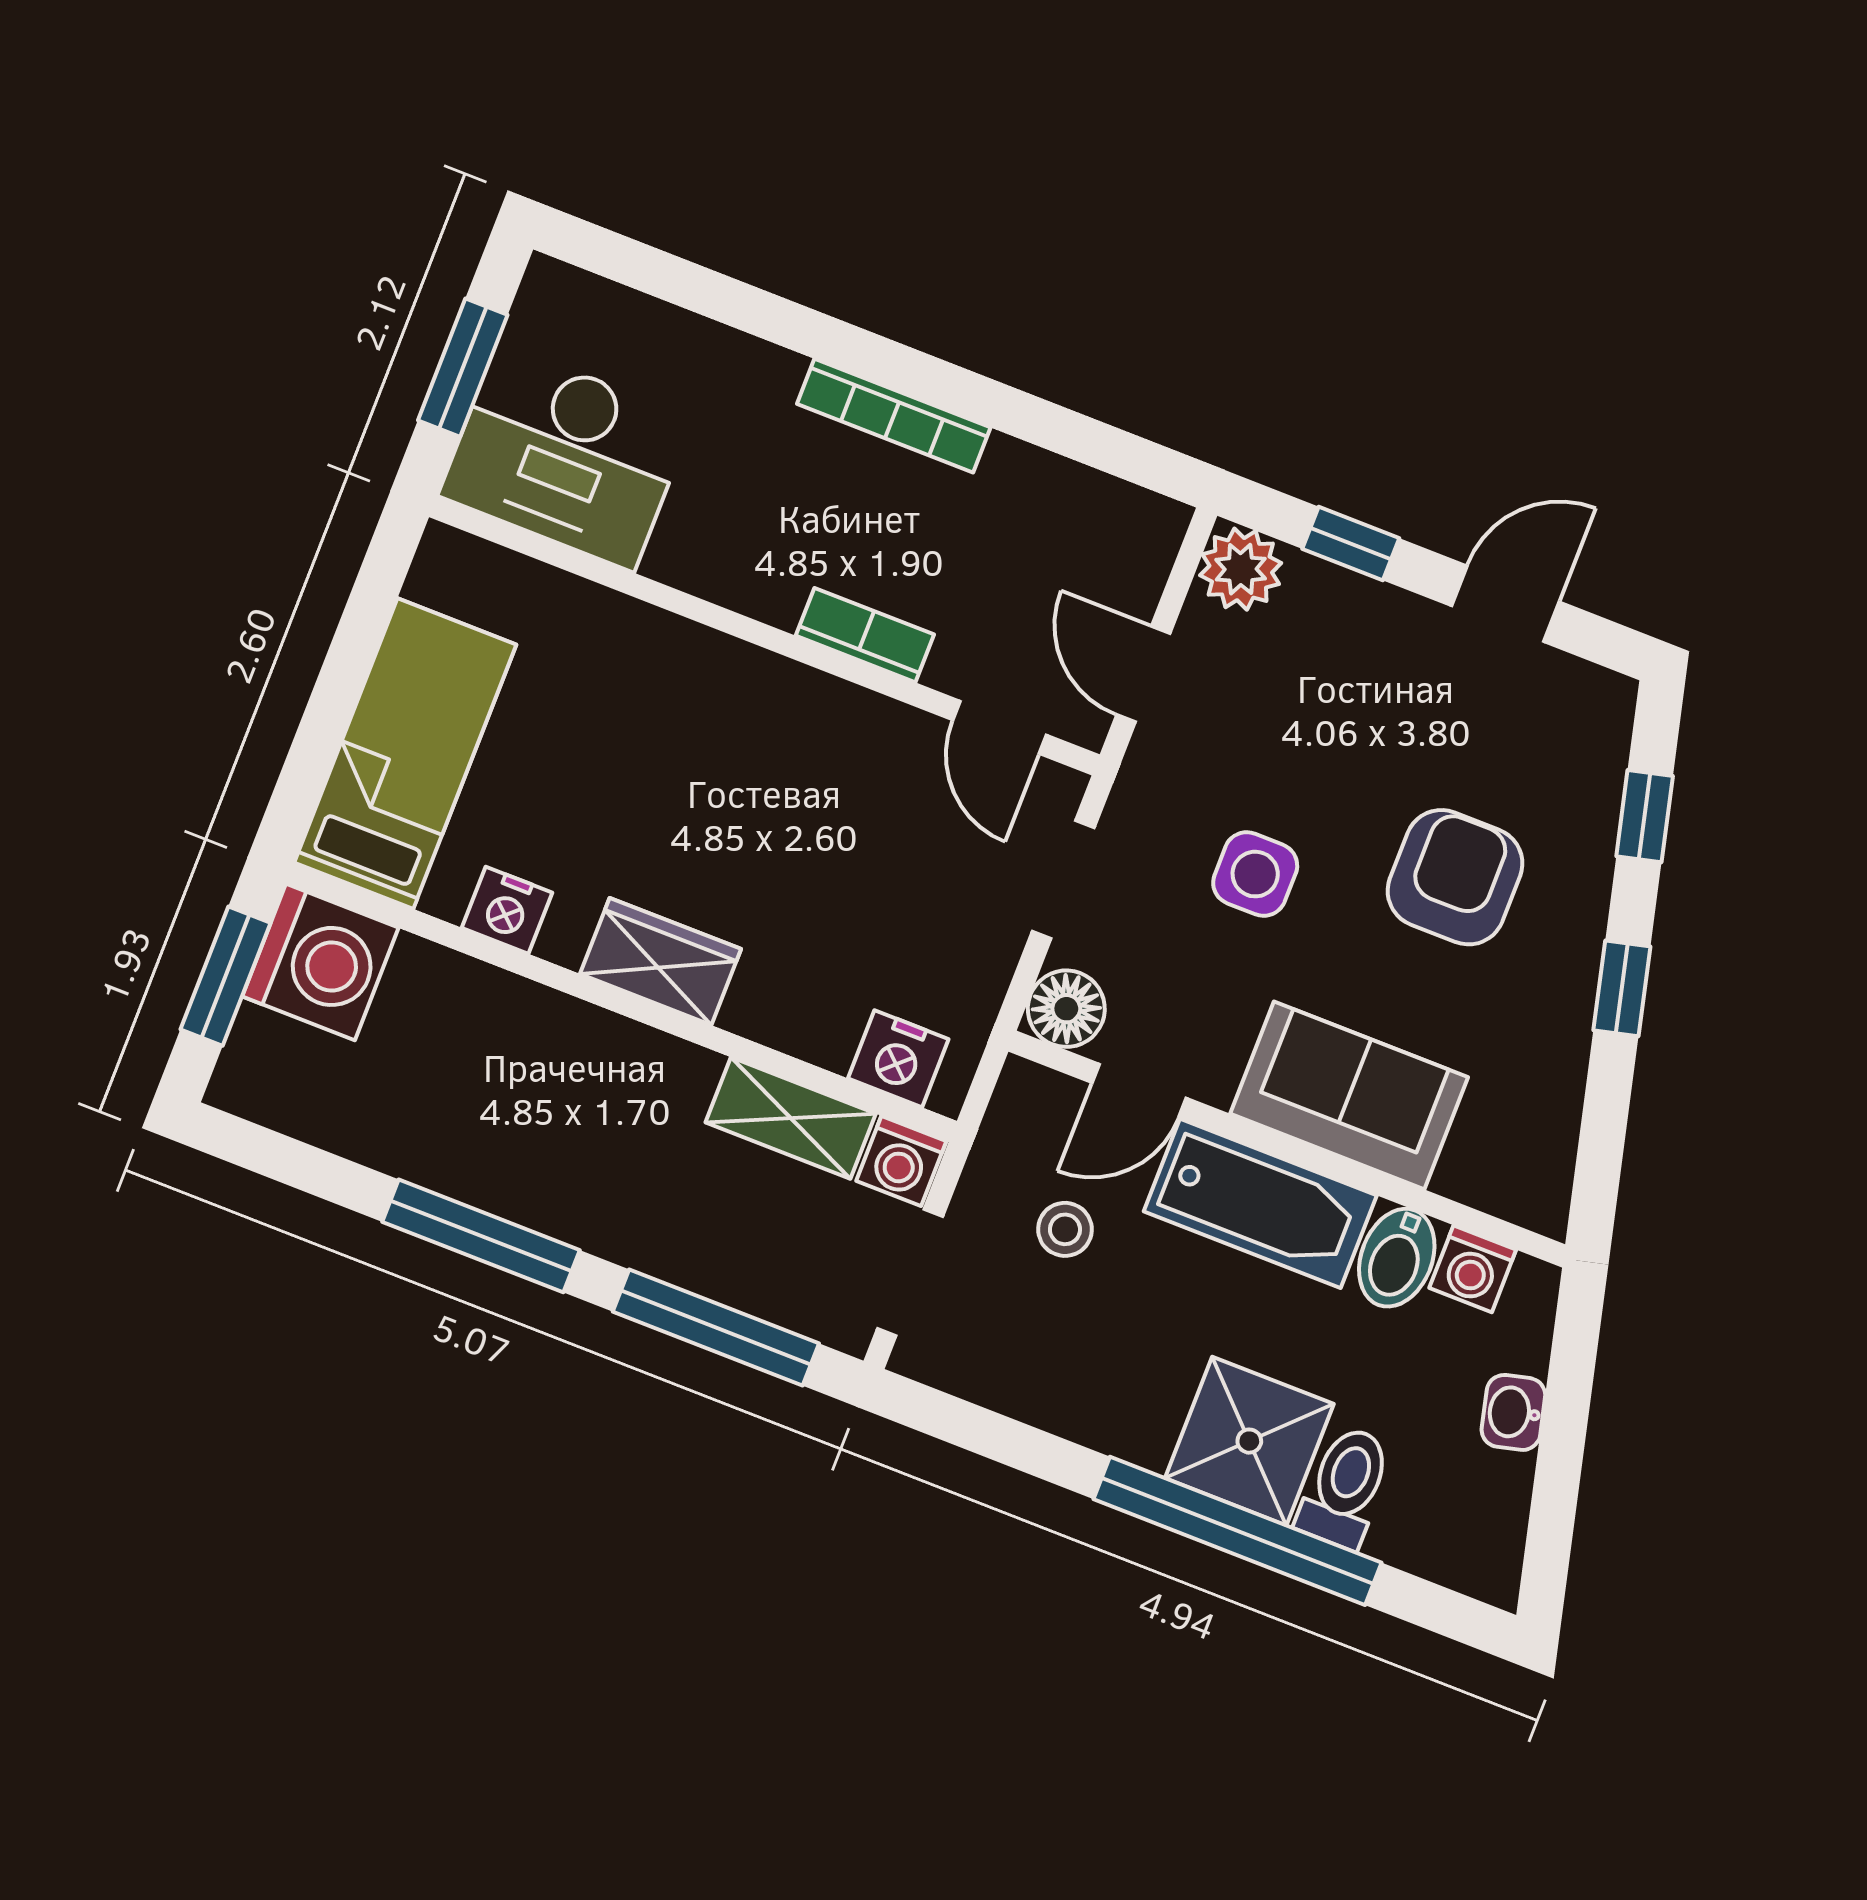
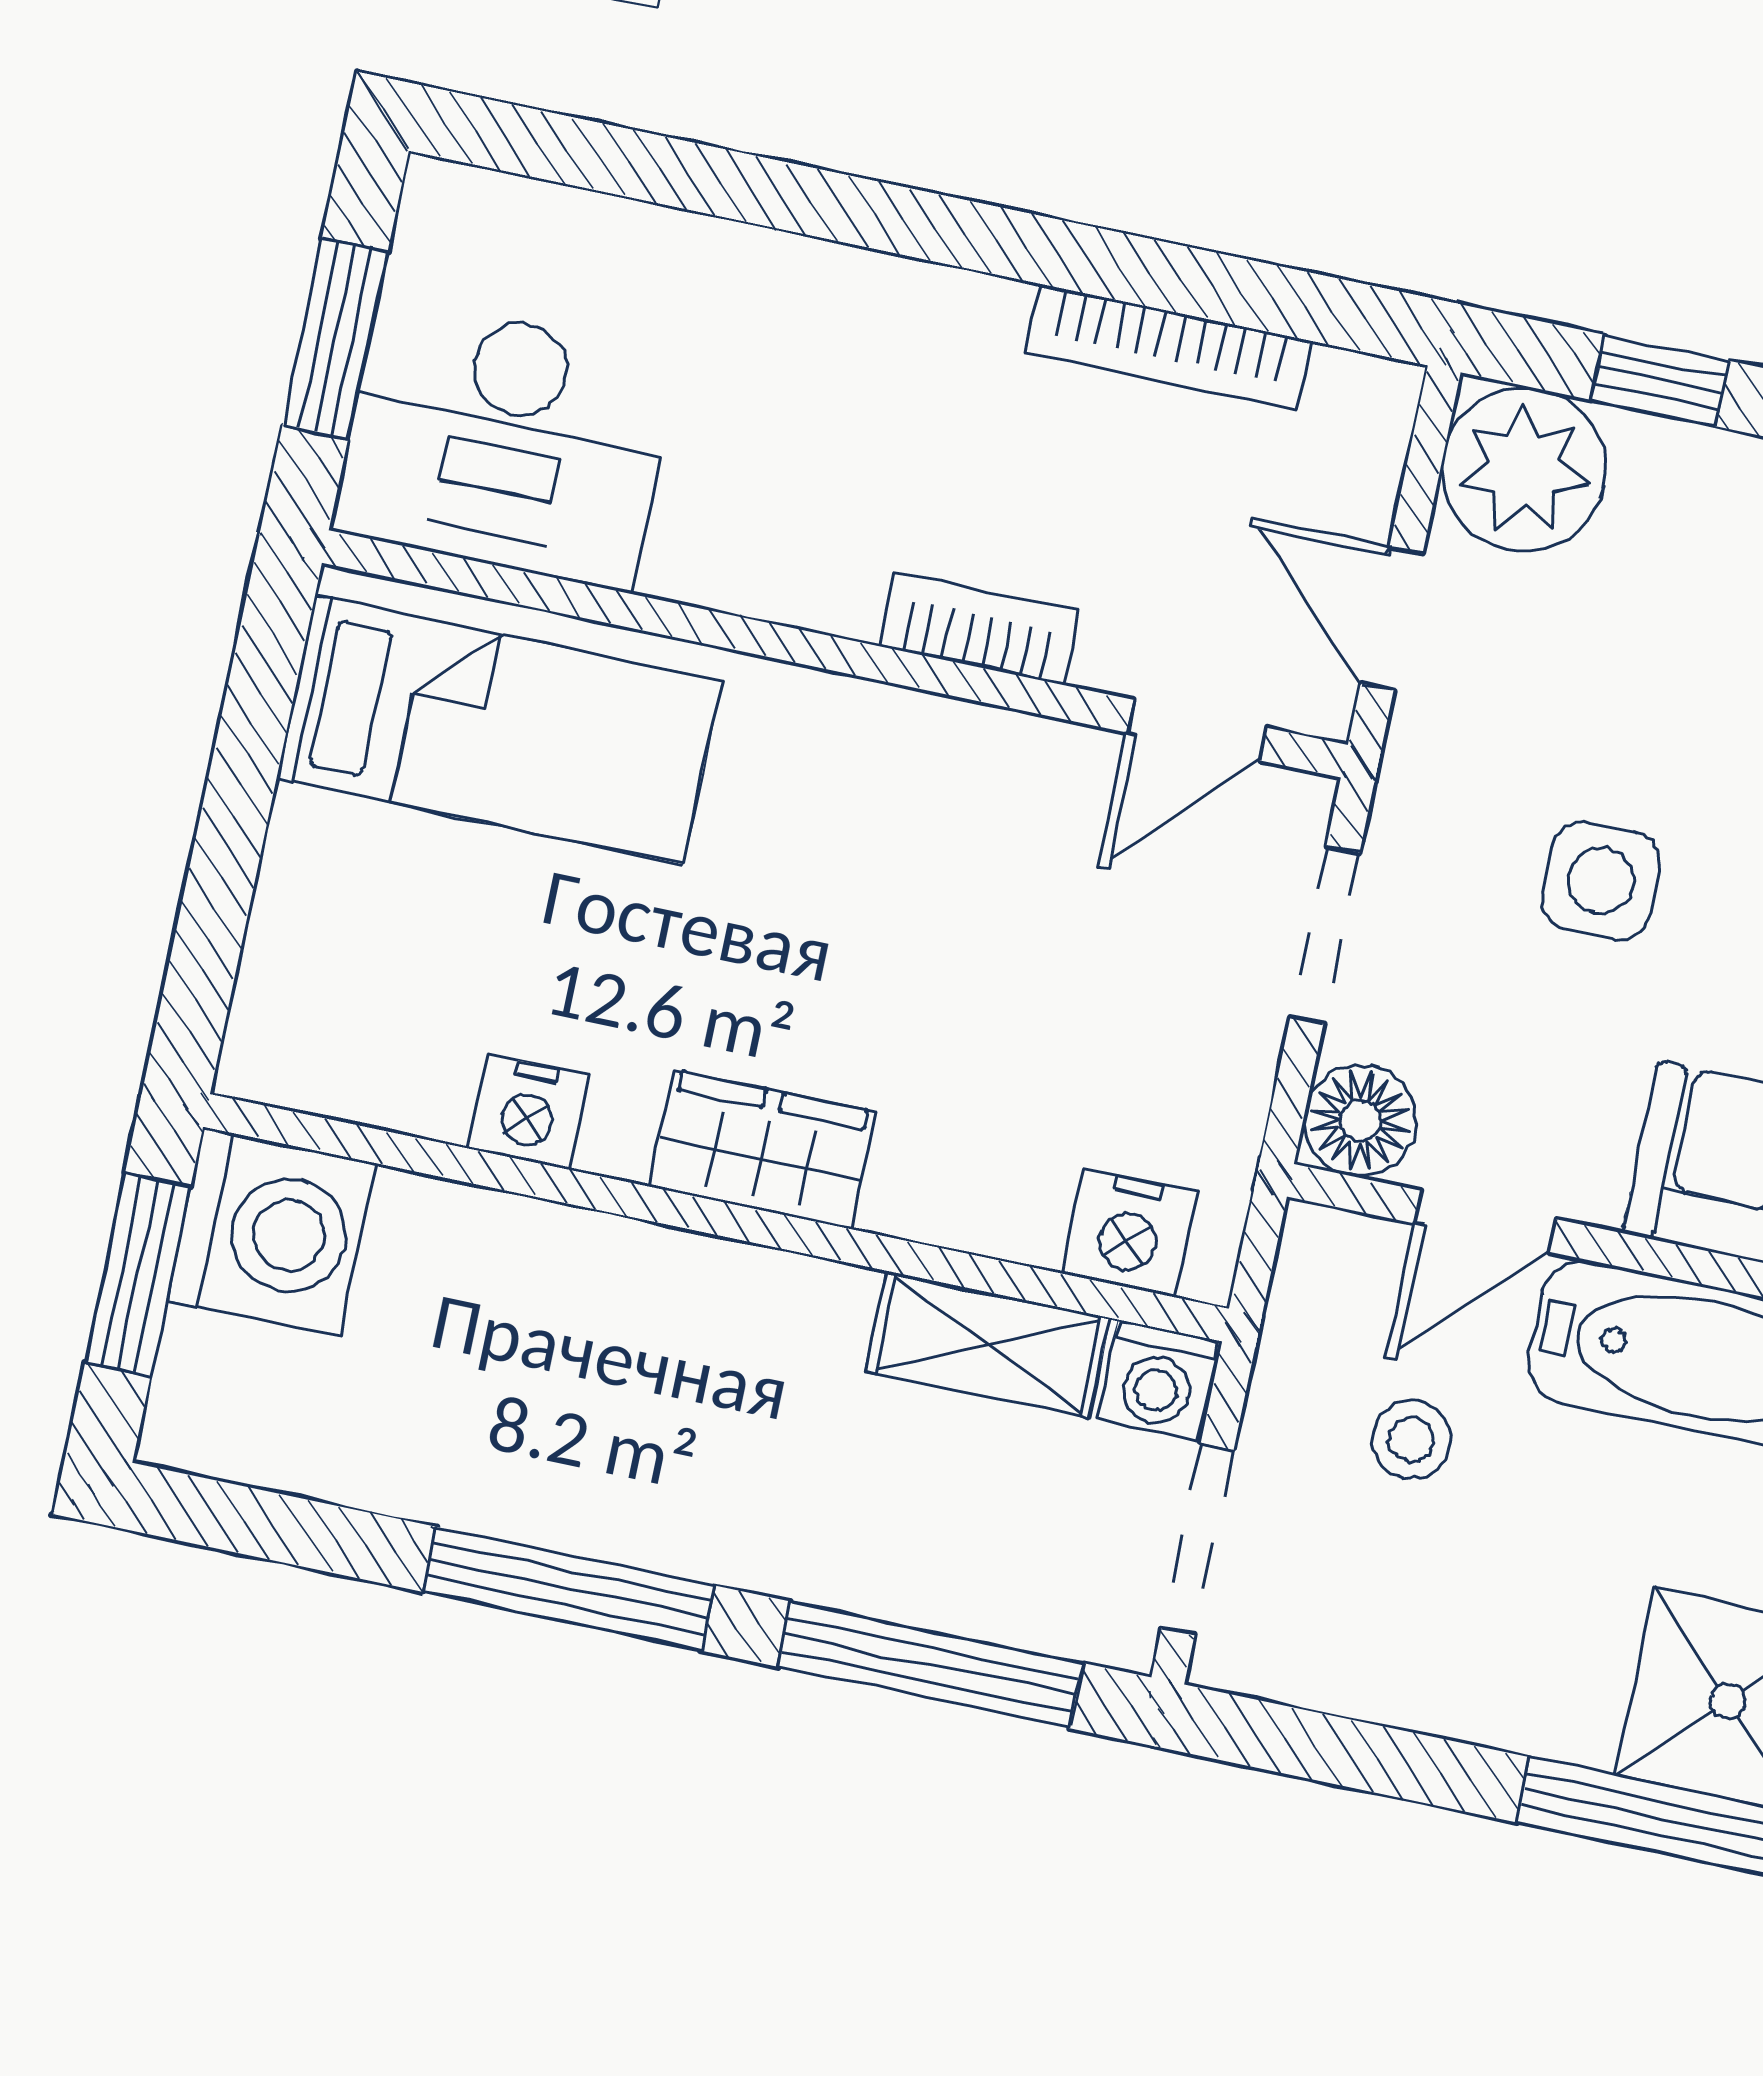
bookcase: (894, 416) -> (1168, 347), moved
plant: (1241, 569) -> (1524, 470), width x1.36, depth x1.36
door: (1000, 727) -> (1197, 730), hinge flipped
bed: (405, 754) -> (499, 730), moved, turned 90

